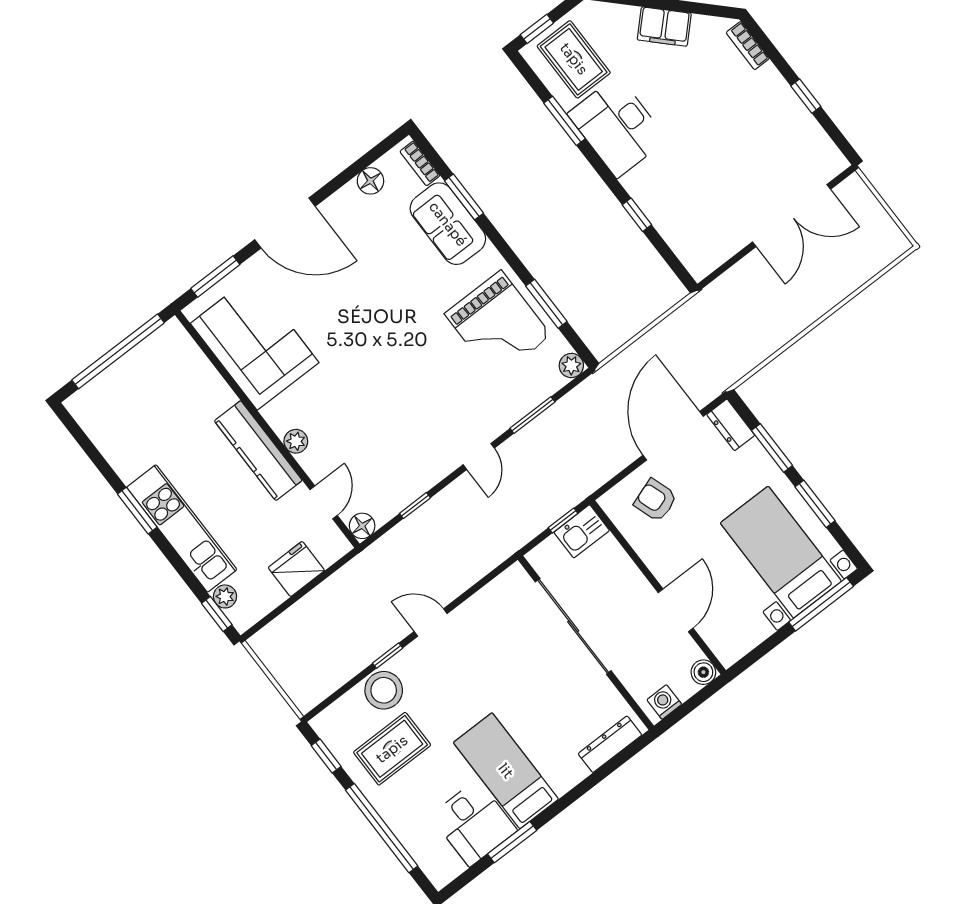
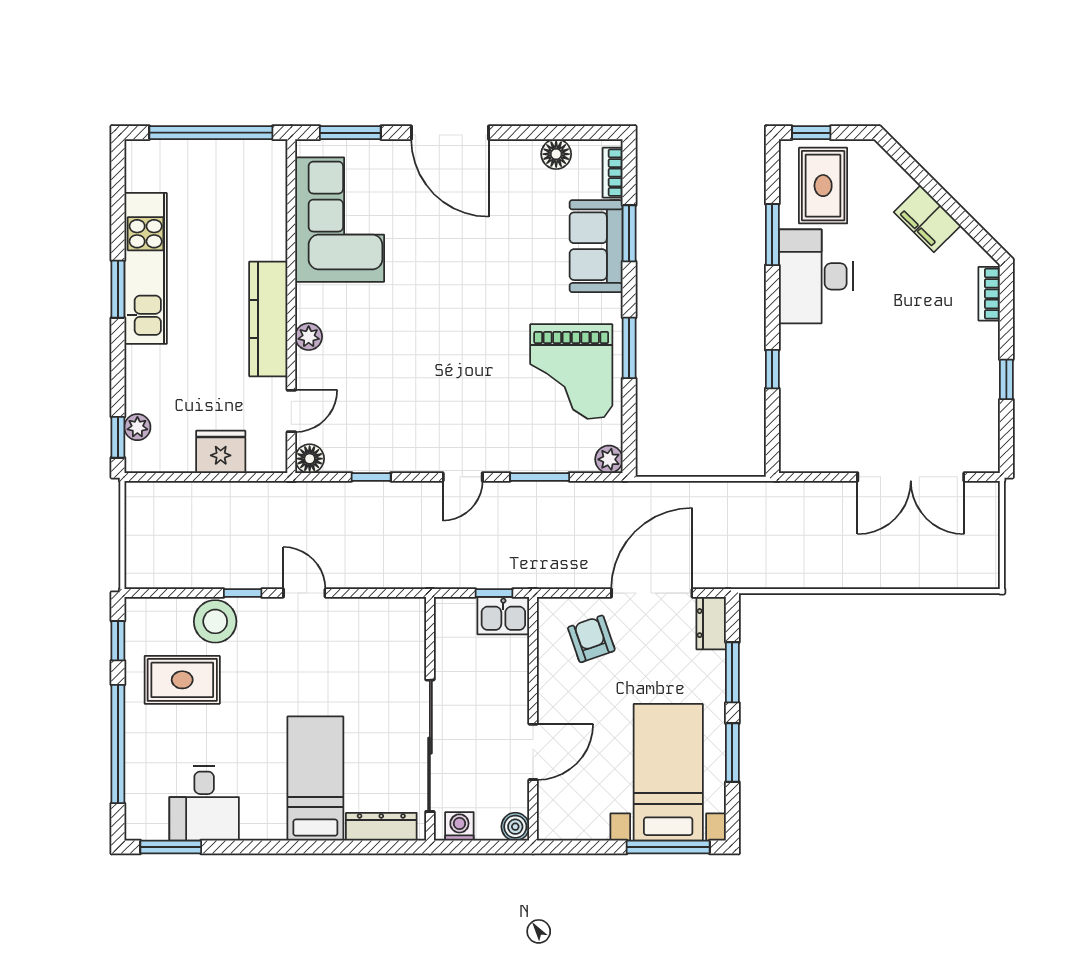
window: (546, 304) -> (629, 348), moved
kitchen unit: (182, 528) -> (146, 268), moved
sliding door: (573, 626) -> (430, 746), moved
bed: (506, 771) -> (315, 779), moved
window: (512, 842) -> (171, 847), moved

